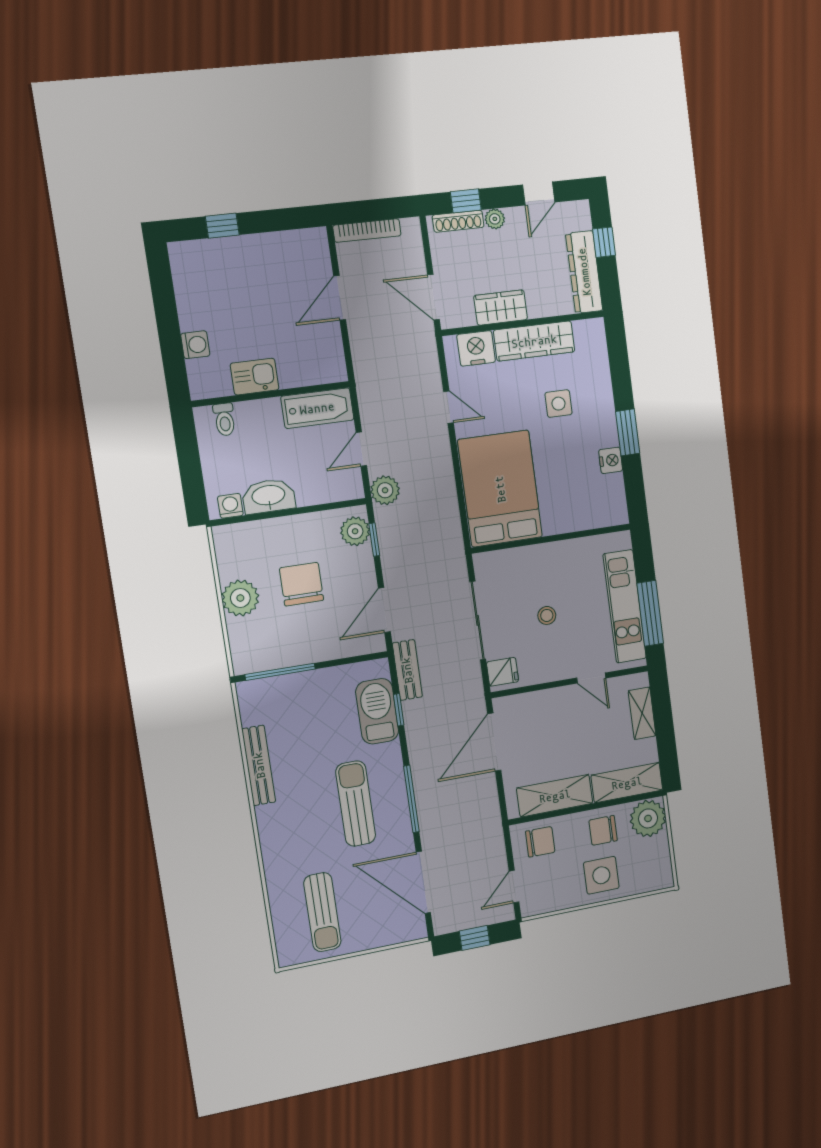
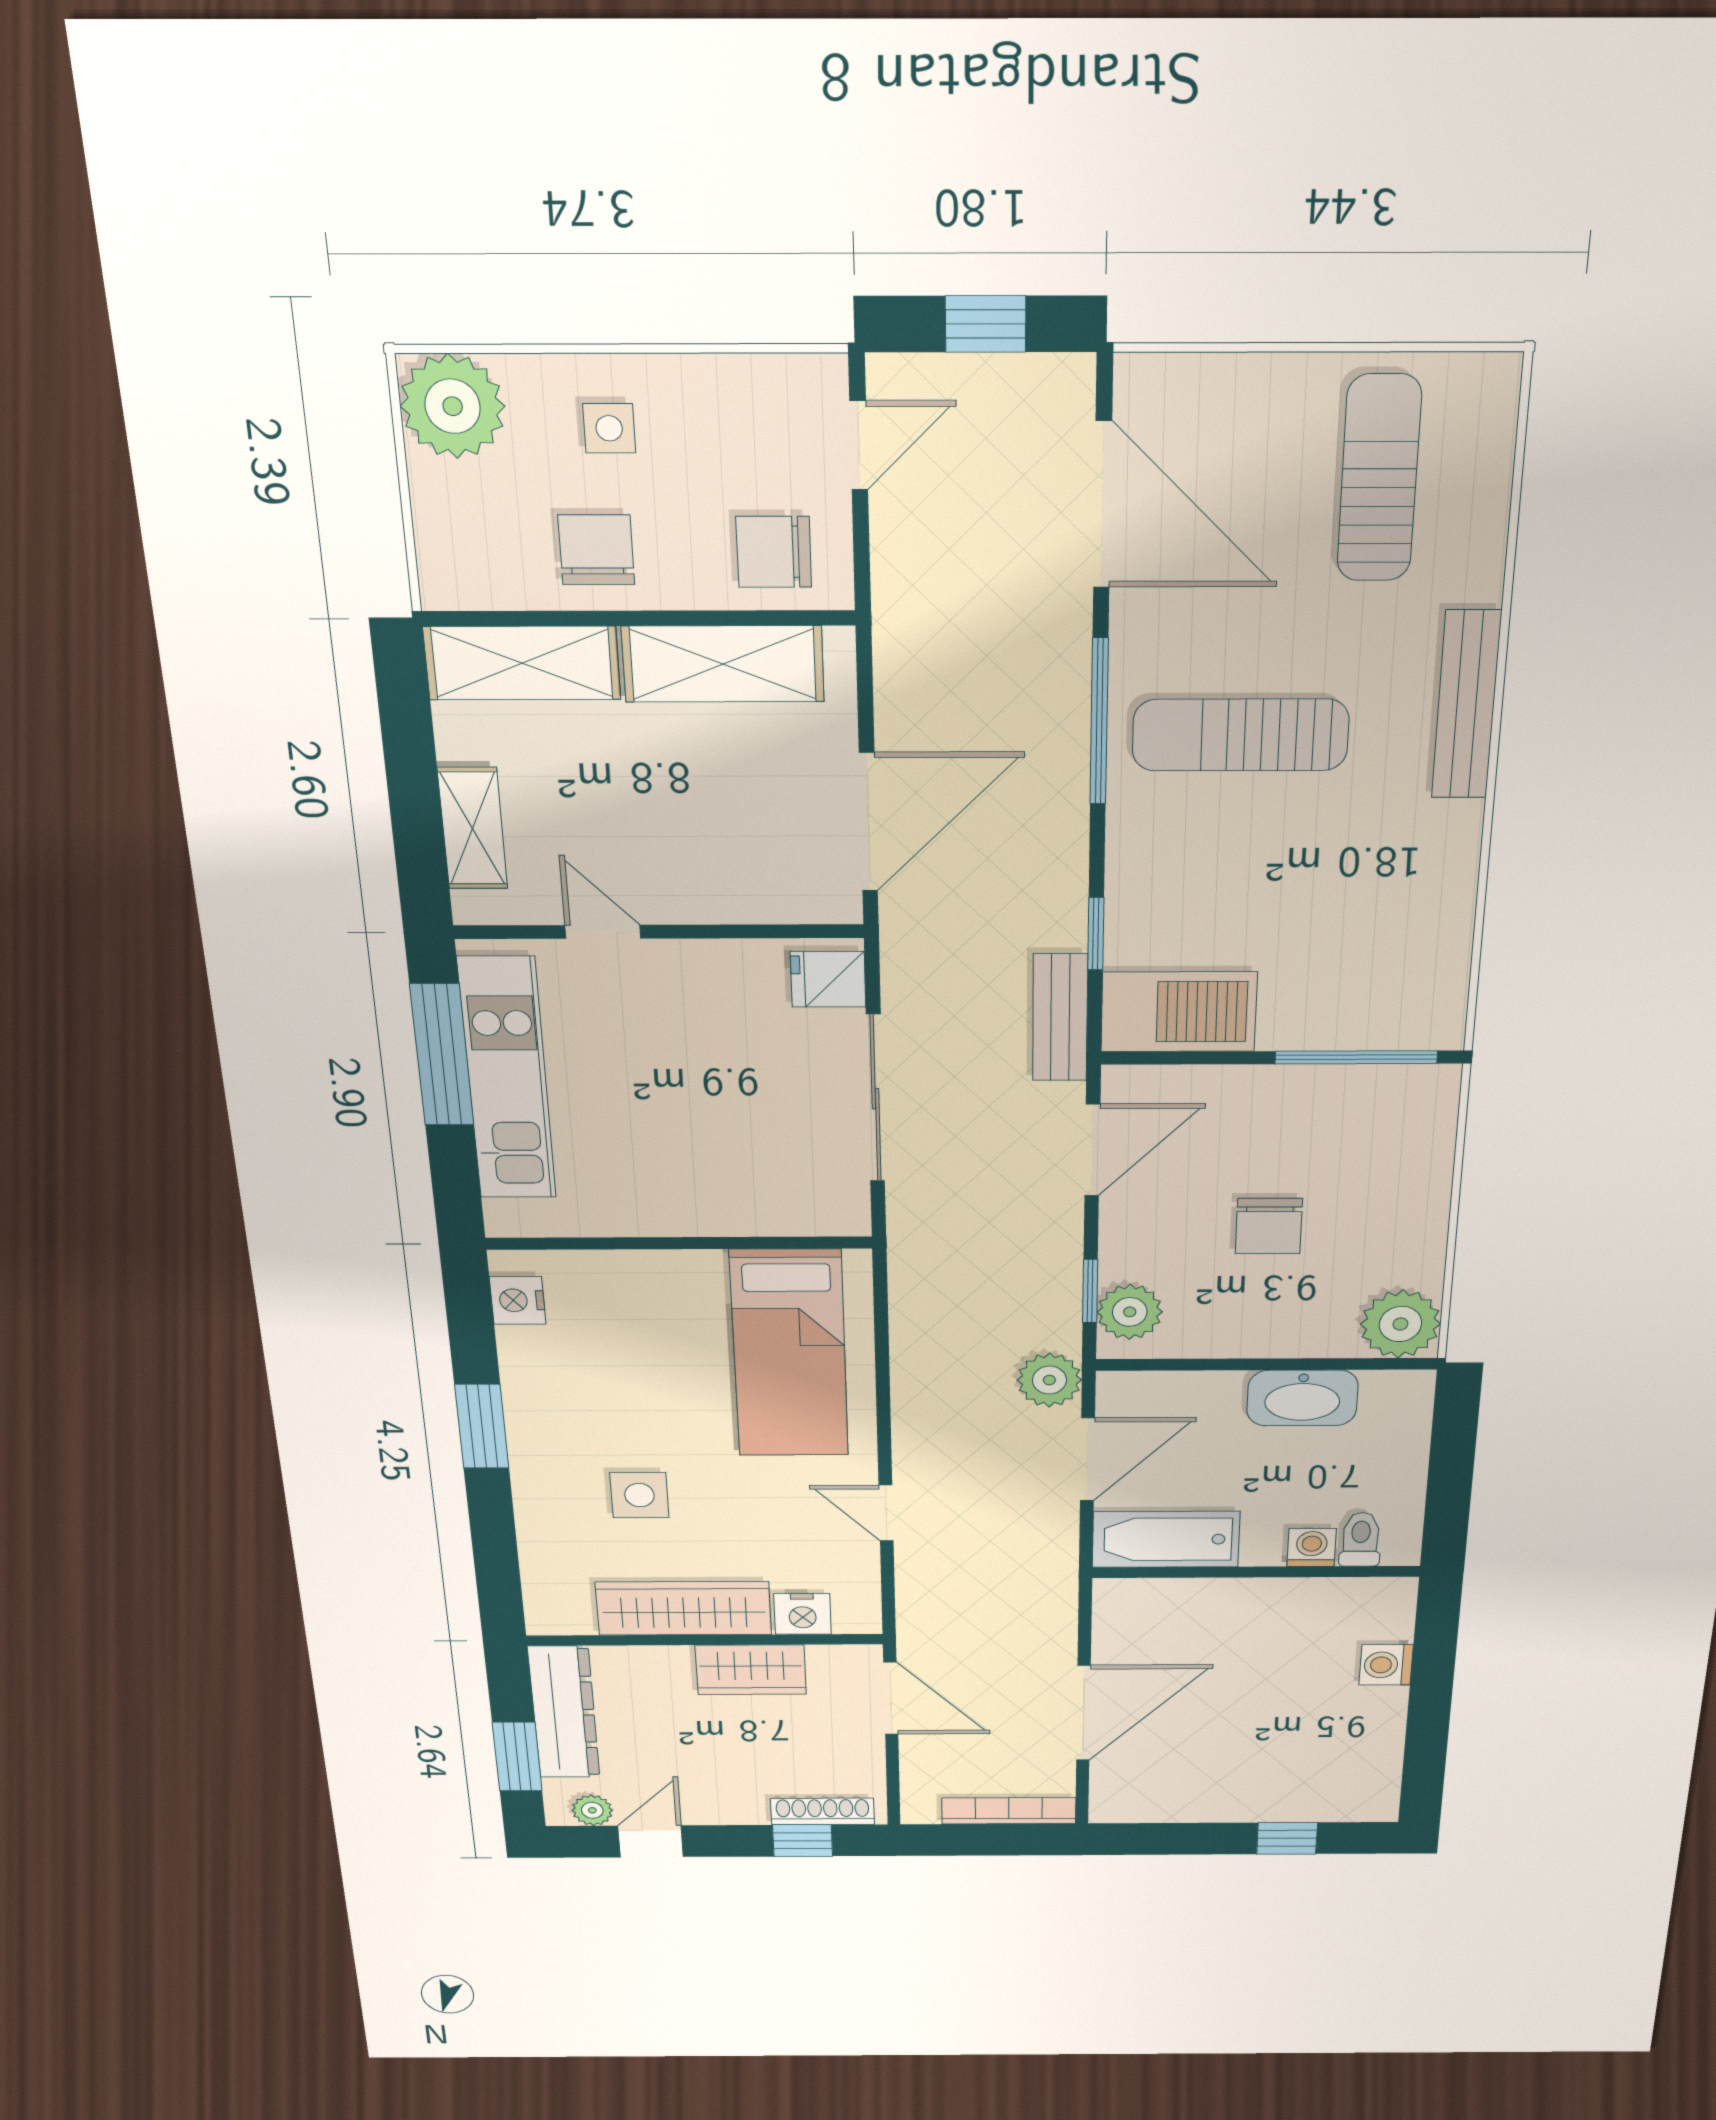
plant: (495, 219) -> (592, 1810), moved
window: (604, 242) -> (517, 1757), width x1.50
door: (340, 298) -> (1083, 1713), width x1.36
nightstand: (476, 348) -> (803, 1614), width x0.74, depth x0.75
kitchen sink: (255, 377) -> (1282, 1604), removed
door: (361, 449) -> (1087, 1459), width x1.38
nightstand: (611, 460) -> (518, 1300), moved
bed: (500, 489) -> (789, 1354), width x0.67
washing machine: (230, 506) -> (1312, 1547), moved, turned 180
chair: (302, 584) -> (1269, 1226), width x0.73, depth x0.73
plant: (240, 598) -> (1400, 1324), moved
stool: (547, 615) -> (705, 1086), removed
barbecue: (377, 711) -> (1179, 1012), moved, turned -90
bench: (259, 765) -> (1466, 705), moved
sun lounger: (356, 804) -> (1241, 735), turned 90
plant: (648, 818) -> (453, 406), moved
chair: (603, 830) -> (596, 550), turned -90
side table: (601, 875) -> (609, 428), width x0.54, depth x0.54

